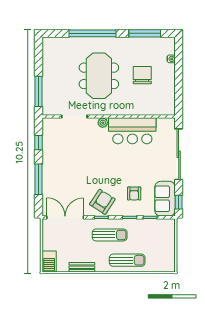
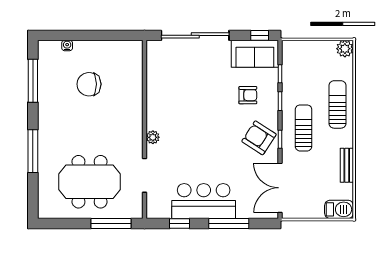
window: (92, 33) -> (33, 151), width x0.68
meeting table: (99, 76) -> (90, 182), moved
bar counter: (132, 131) -> (204, 201), moved, turned -90
plant: (169, 266) -> (345, 49), added

